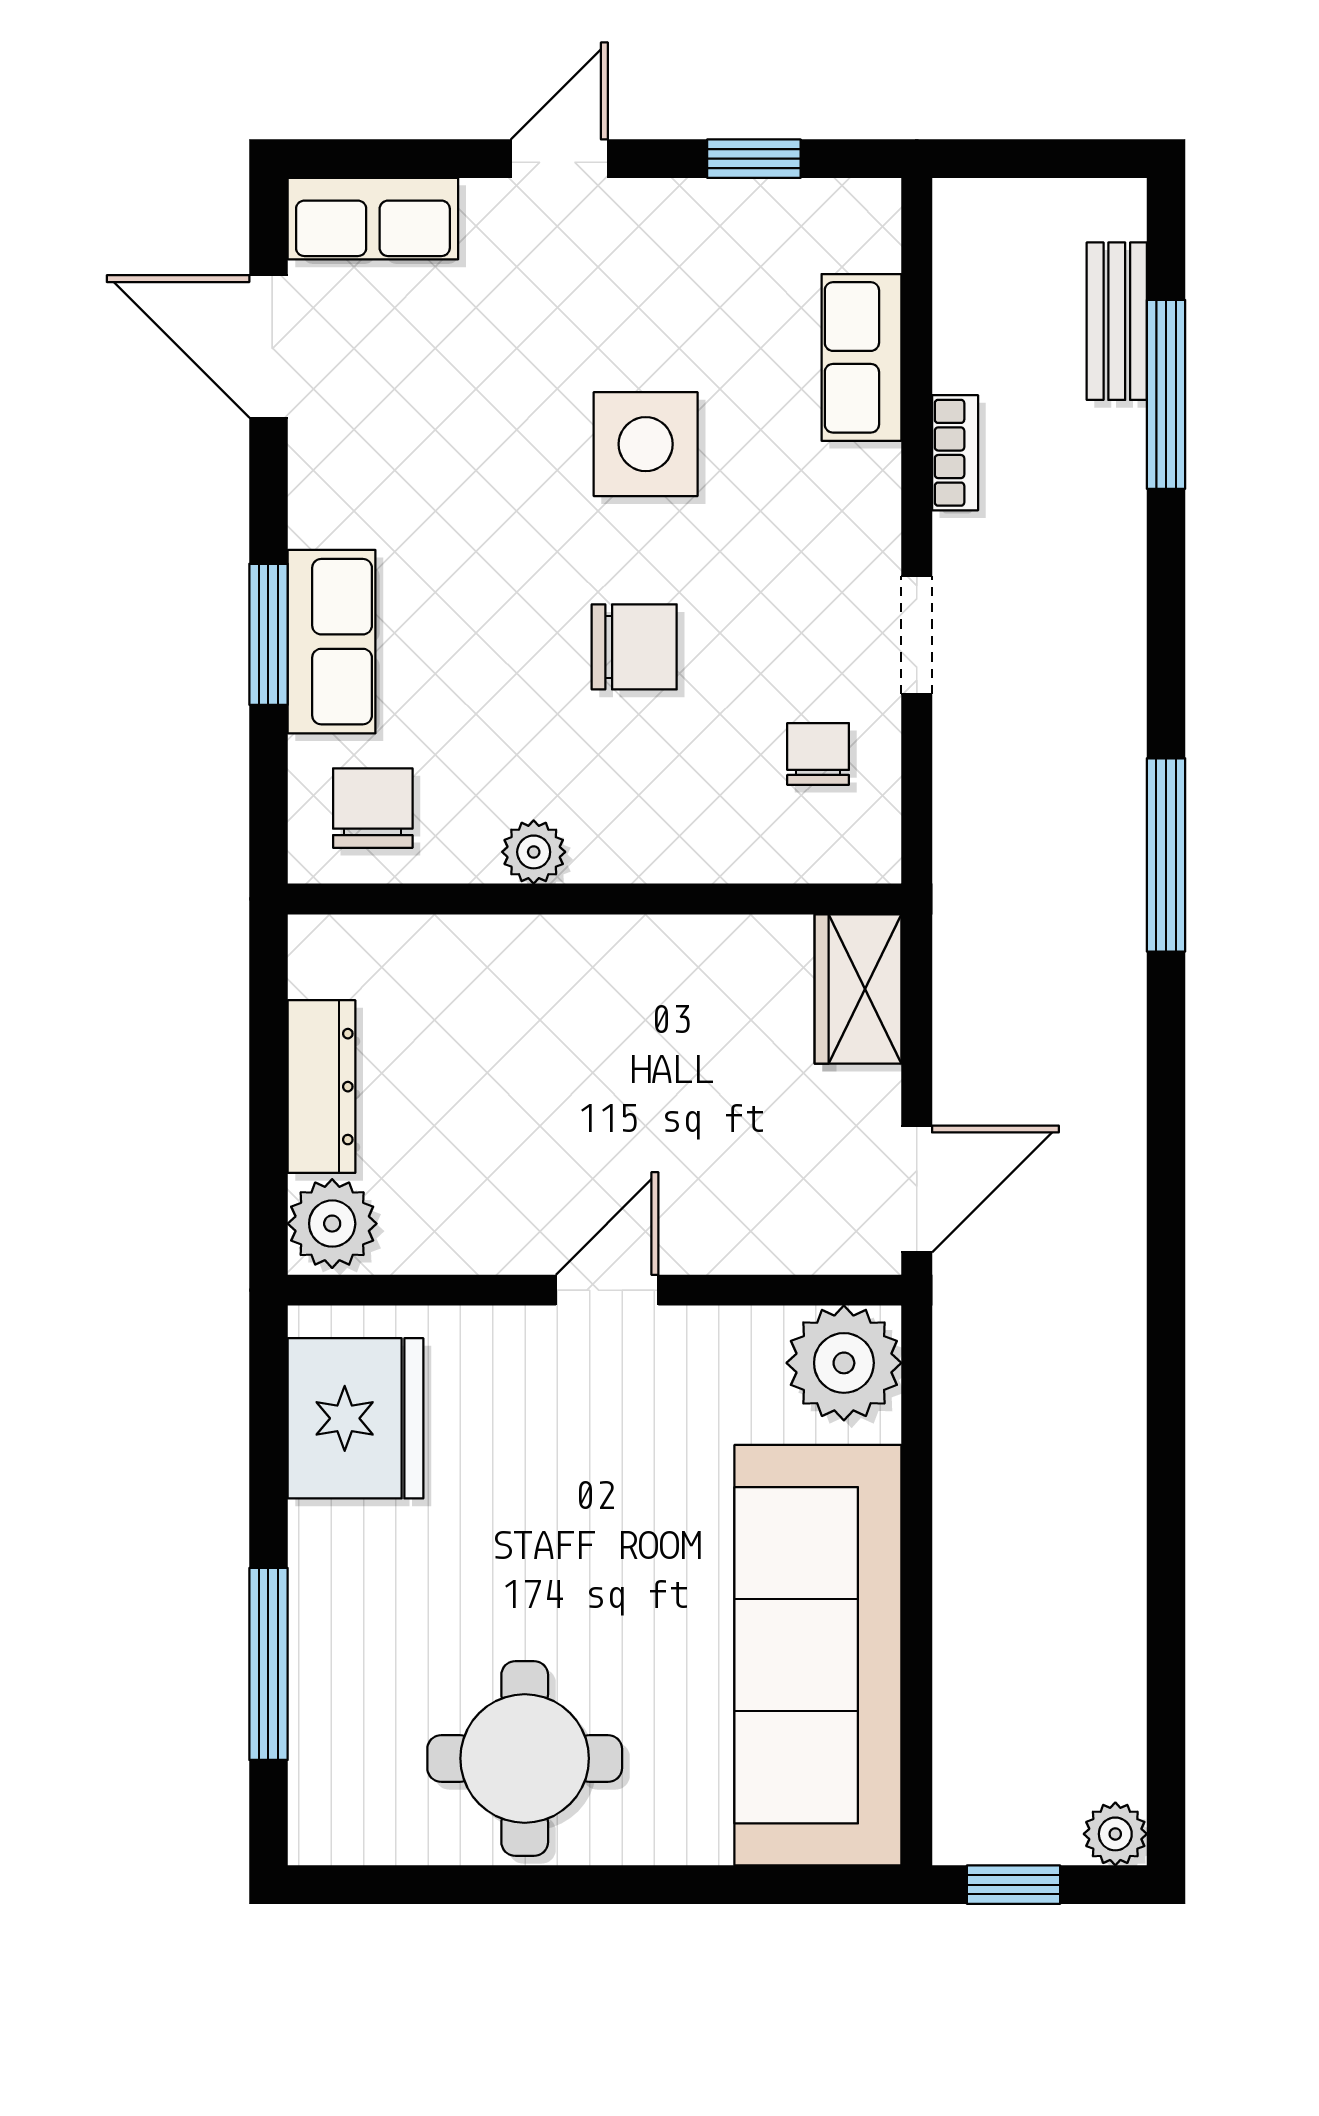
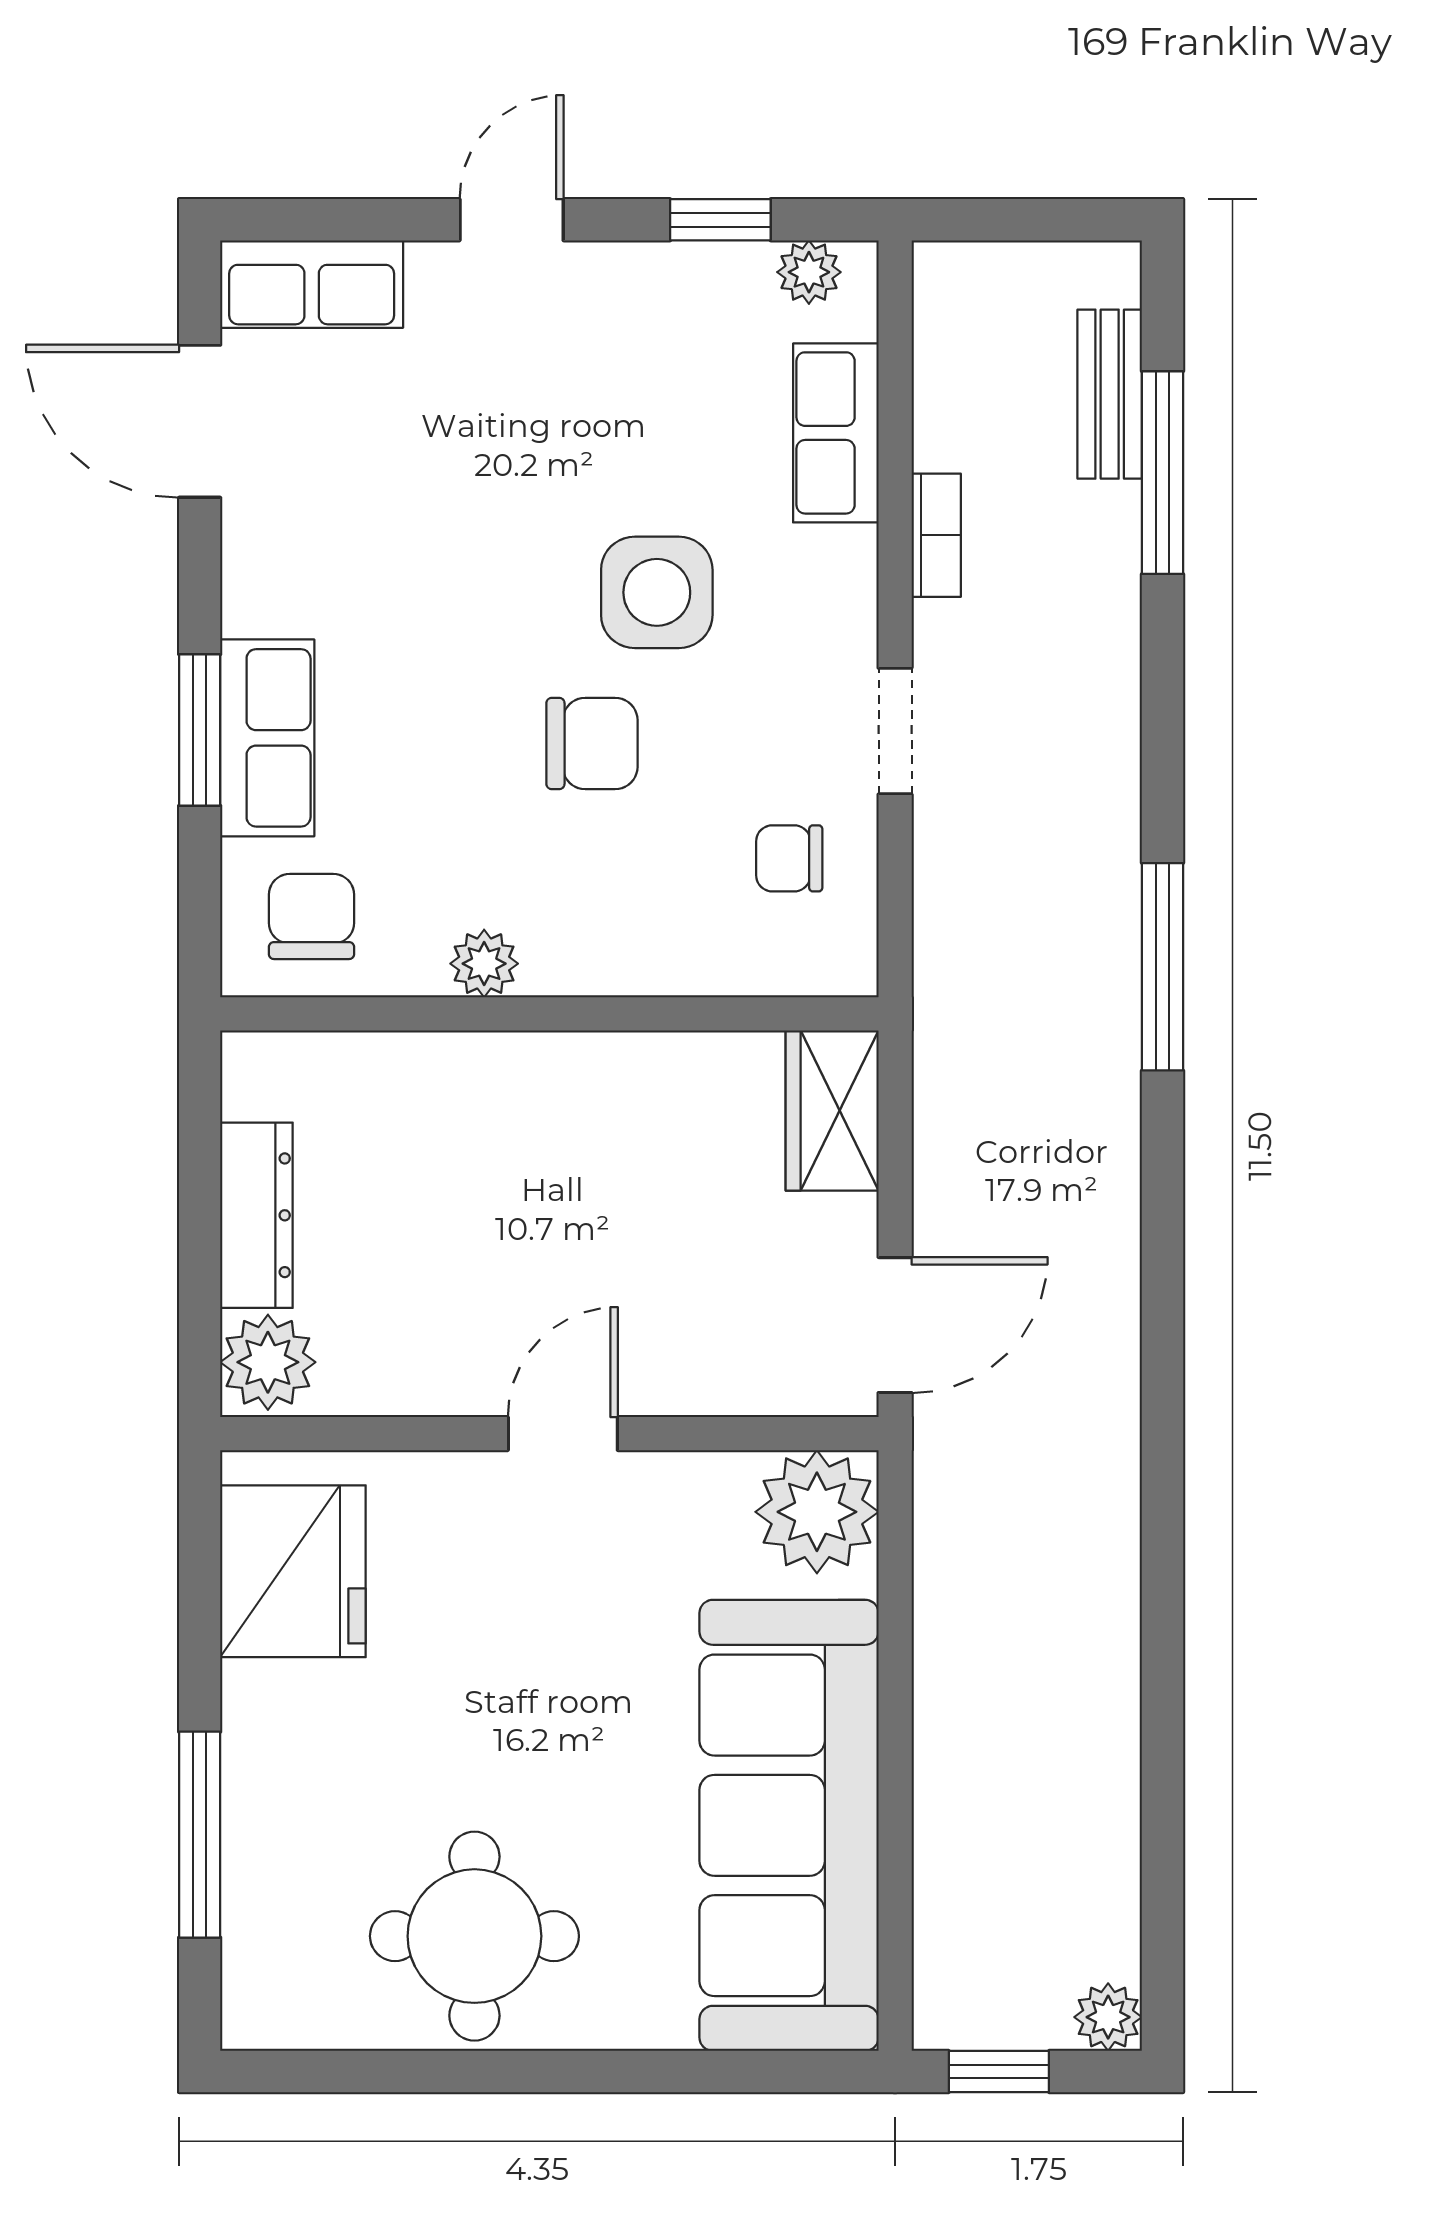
plant: (836, 207) -> (809, 272), added
side table: (646, 444) -> (657, 592), moved
chair: (818, 754) -> (789, 858), turned -90

